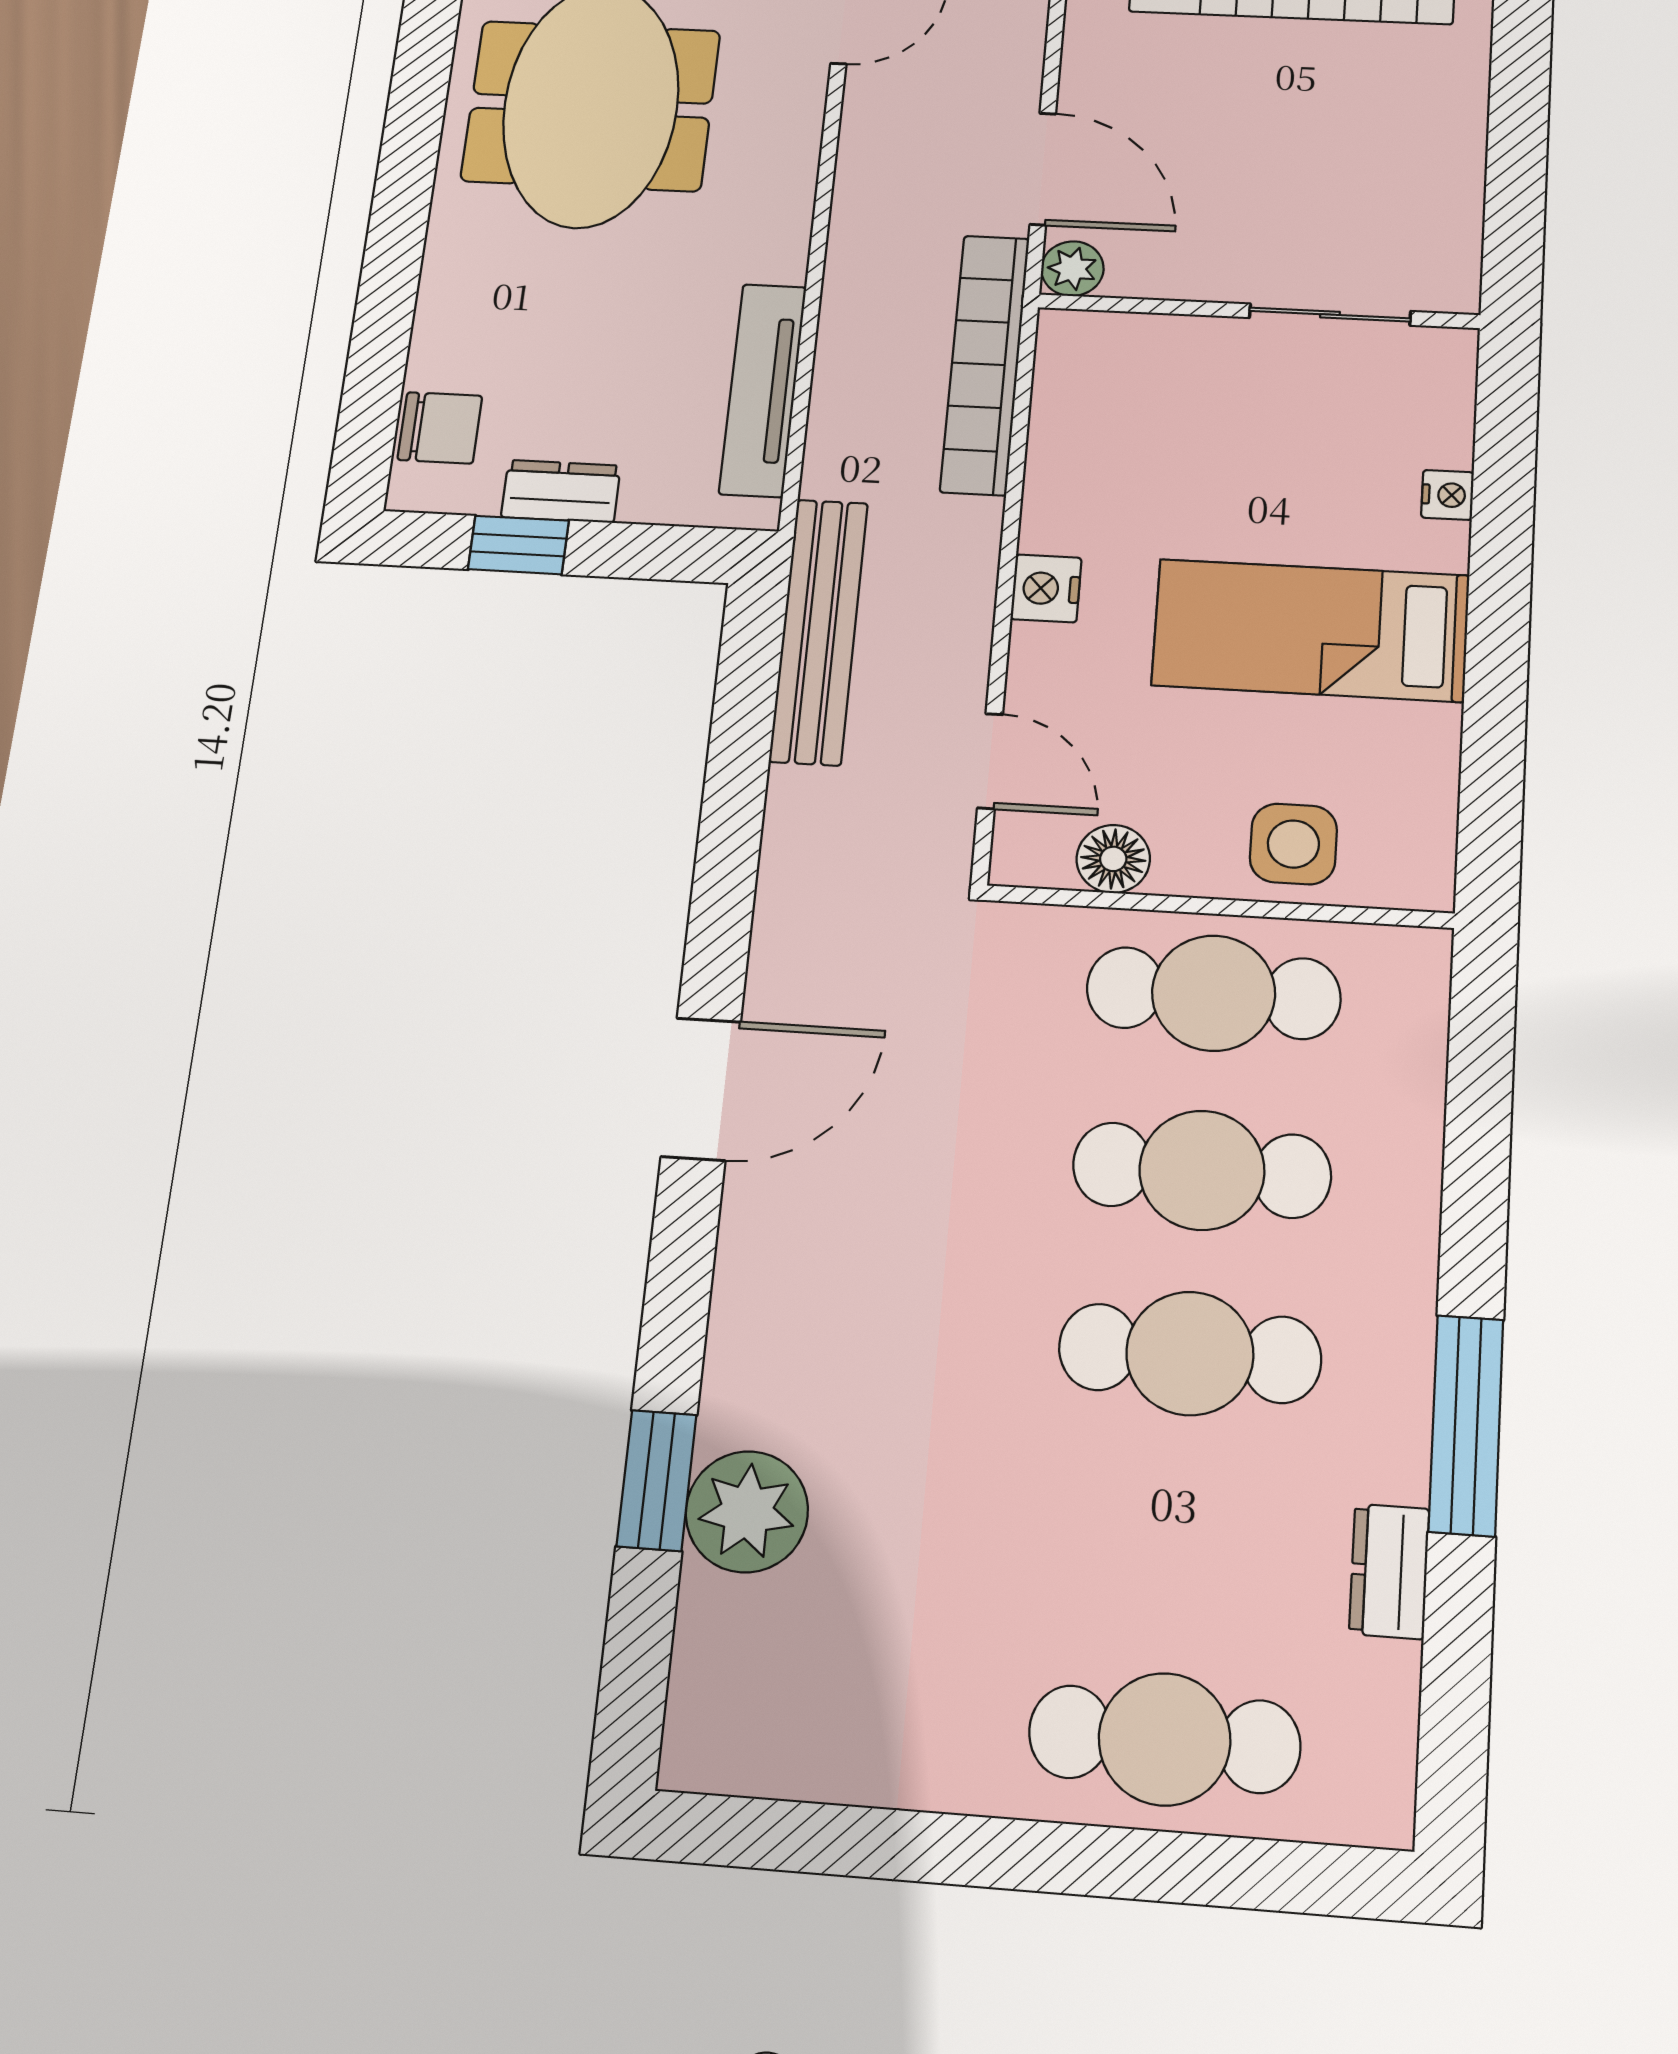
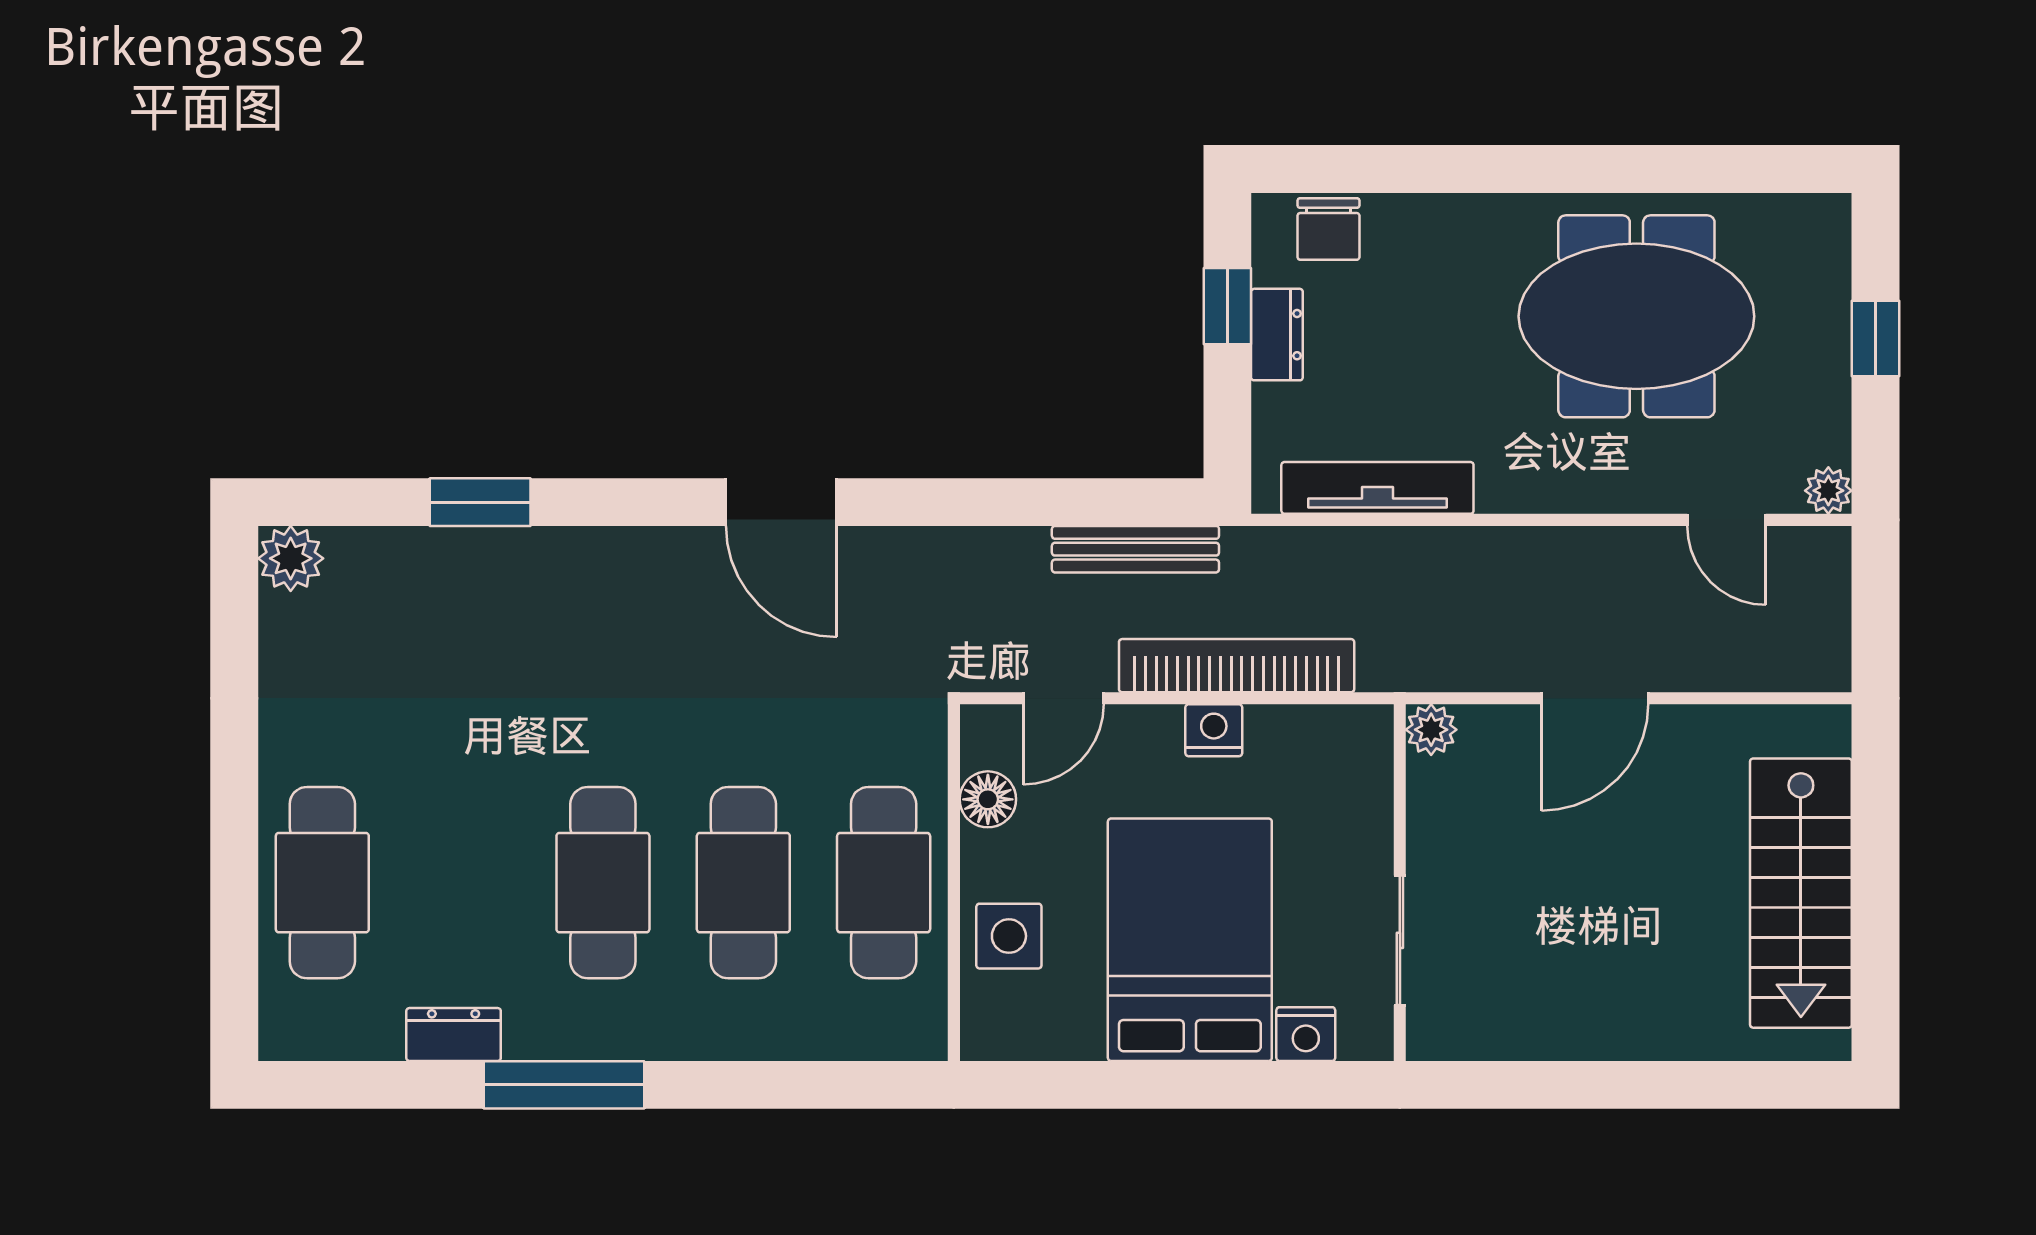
plant: (1072, 269) -> (1431, 730), moved
wall: (1258, 311) -> (1400, 883), moved
sliding door: (1330, 315) -> (1400, 940), moved
bookcase: (985, 364) -> (1237, 666), moved
nightstand: (1448, 495) -> (1306, 1034), width x1.39, depth x1.35
bed: (1311, 630) -> (1190, 940), width x1.50
bench: (819, 631) -> (1135, 549), width x0.73, depth x0.82
plant: (747, 1512) -> (291, 558), moved, width x0.73, depth x0.73

